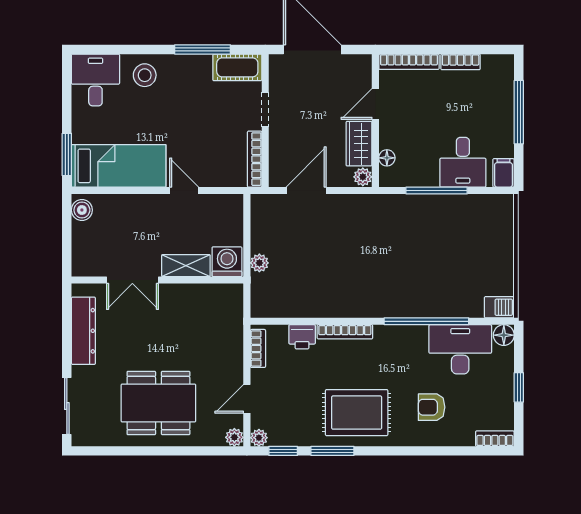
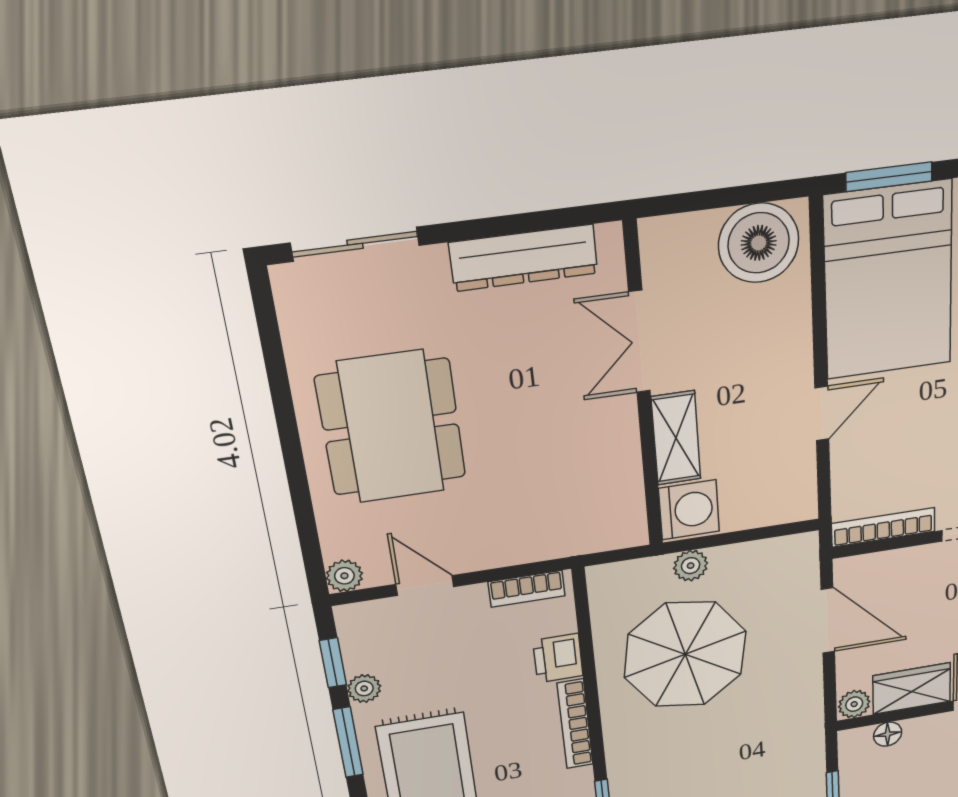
bed: (119, 166) -> (888, 281), width x1.50
boiler: (82, 210) -> (759, 243), width x1.86, depth x1.86
parasol: (313, 269) -> (685, 654), added
plant: (259, 438) -> (364, 688), moved

